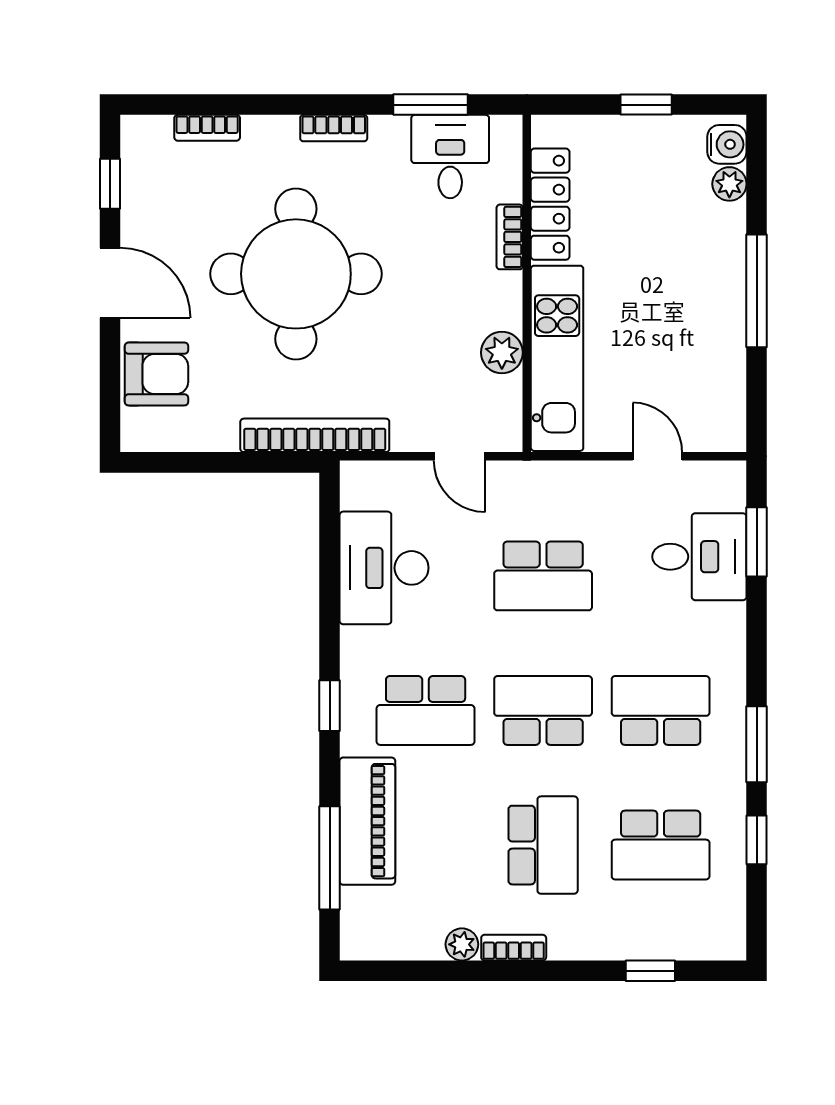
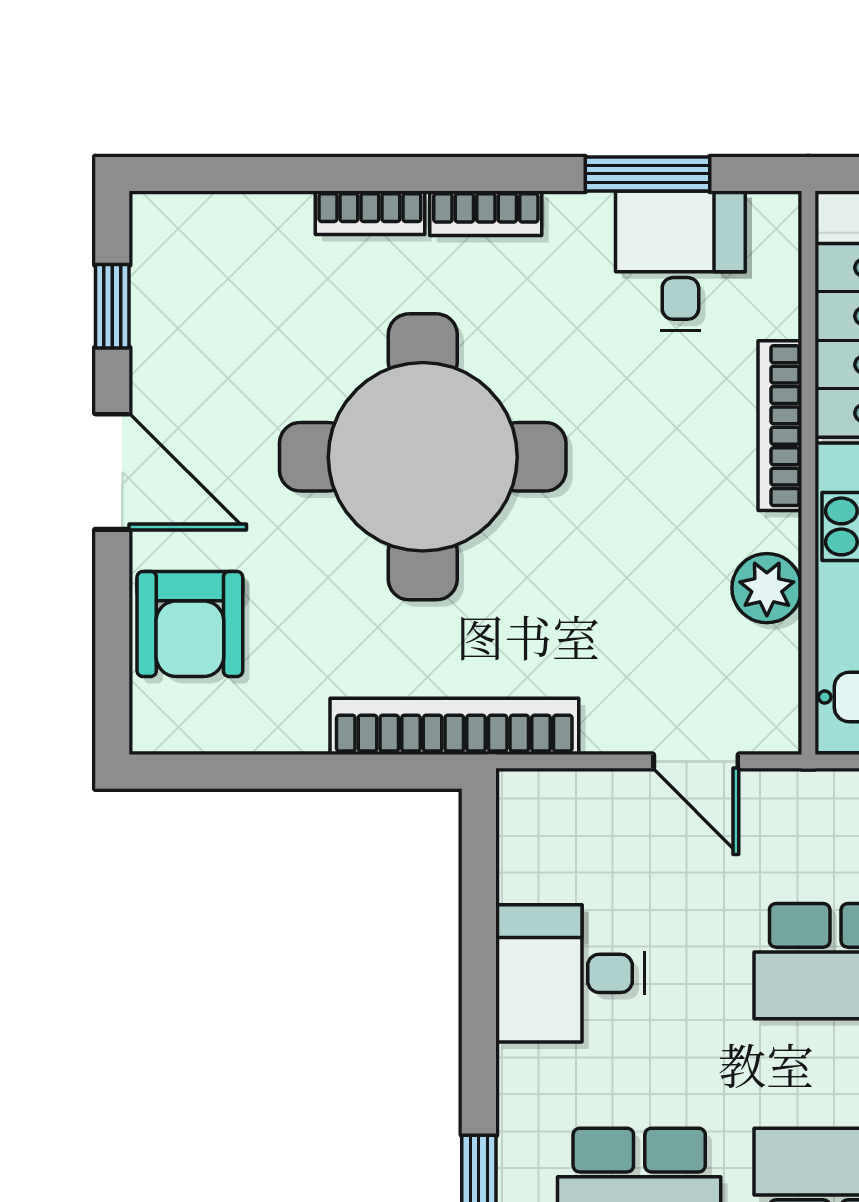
bookcase: (207, 128) -> (370, 213), moved
bookcase: (510, 237) -> (780, 426), width x1.56
armchair: (156, 374) -> (190, 624), turned 90
desk: (384, 568) -> (570, 973), width x0.73

